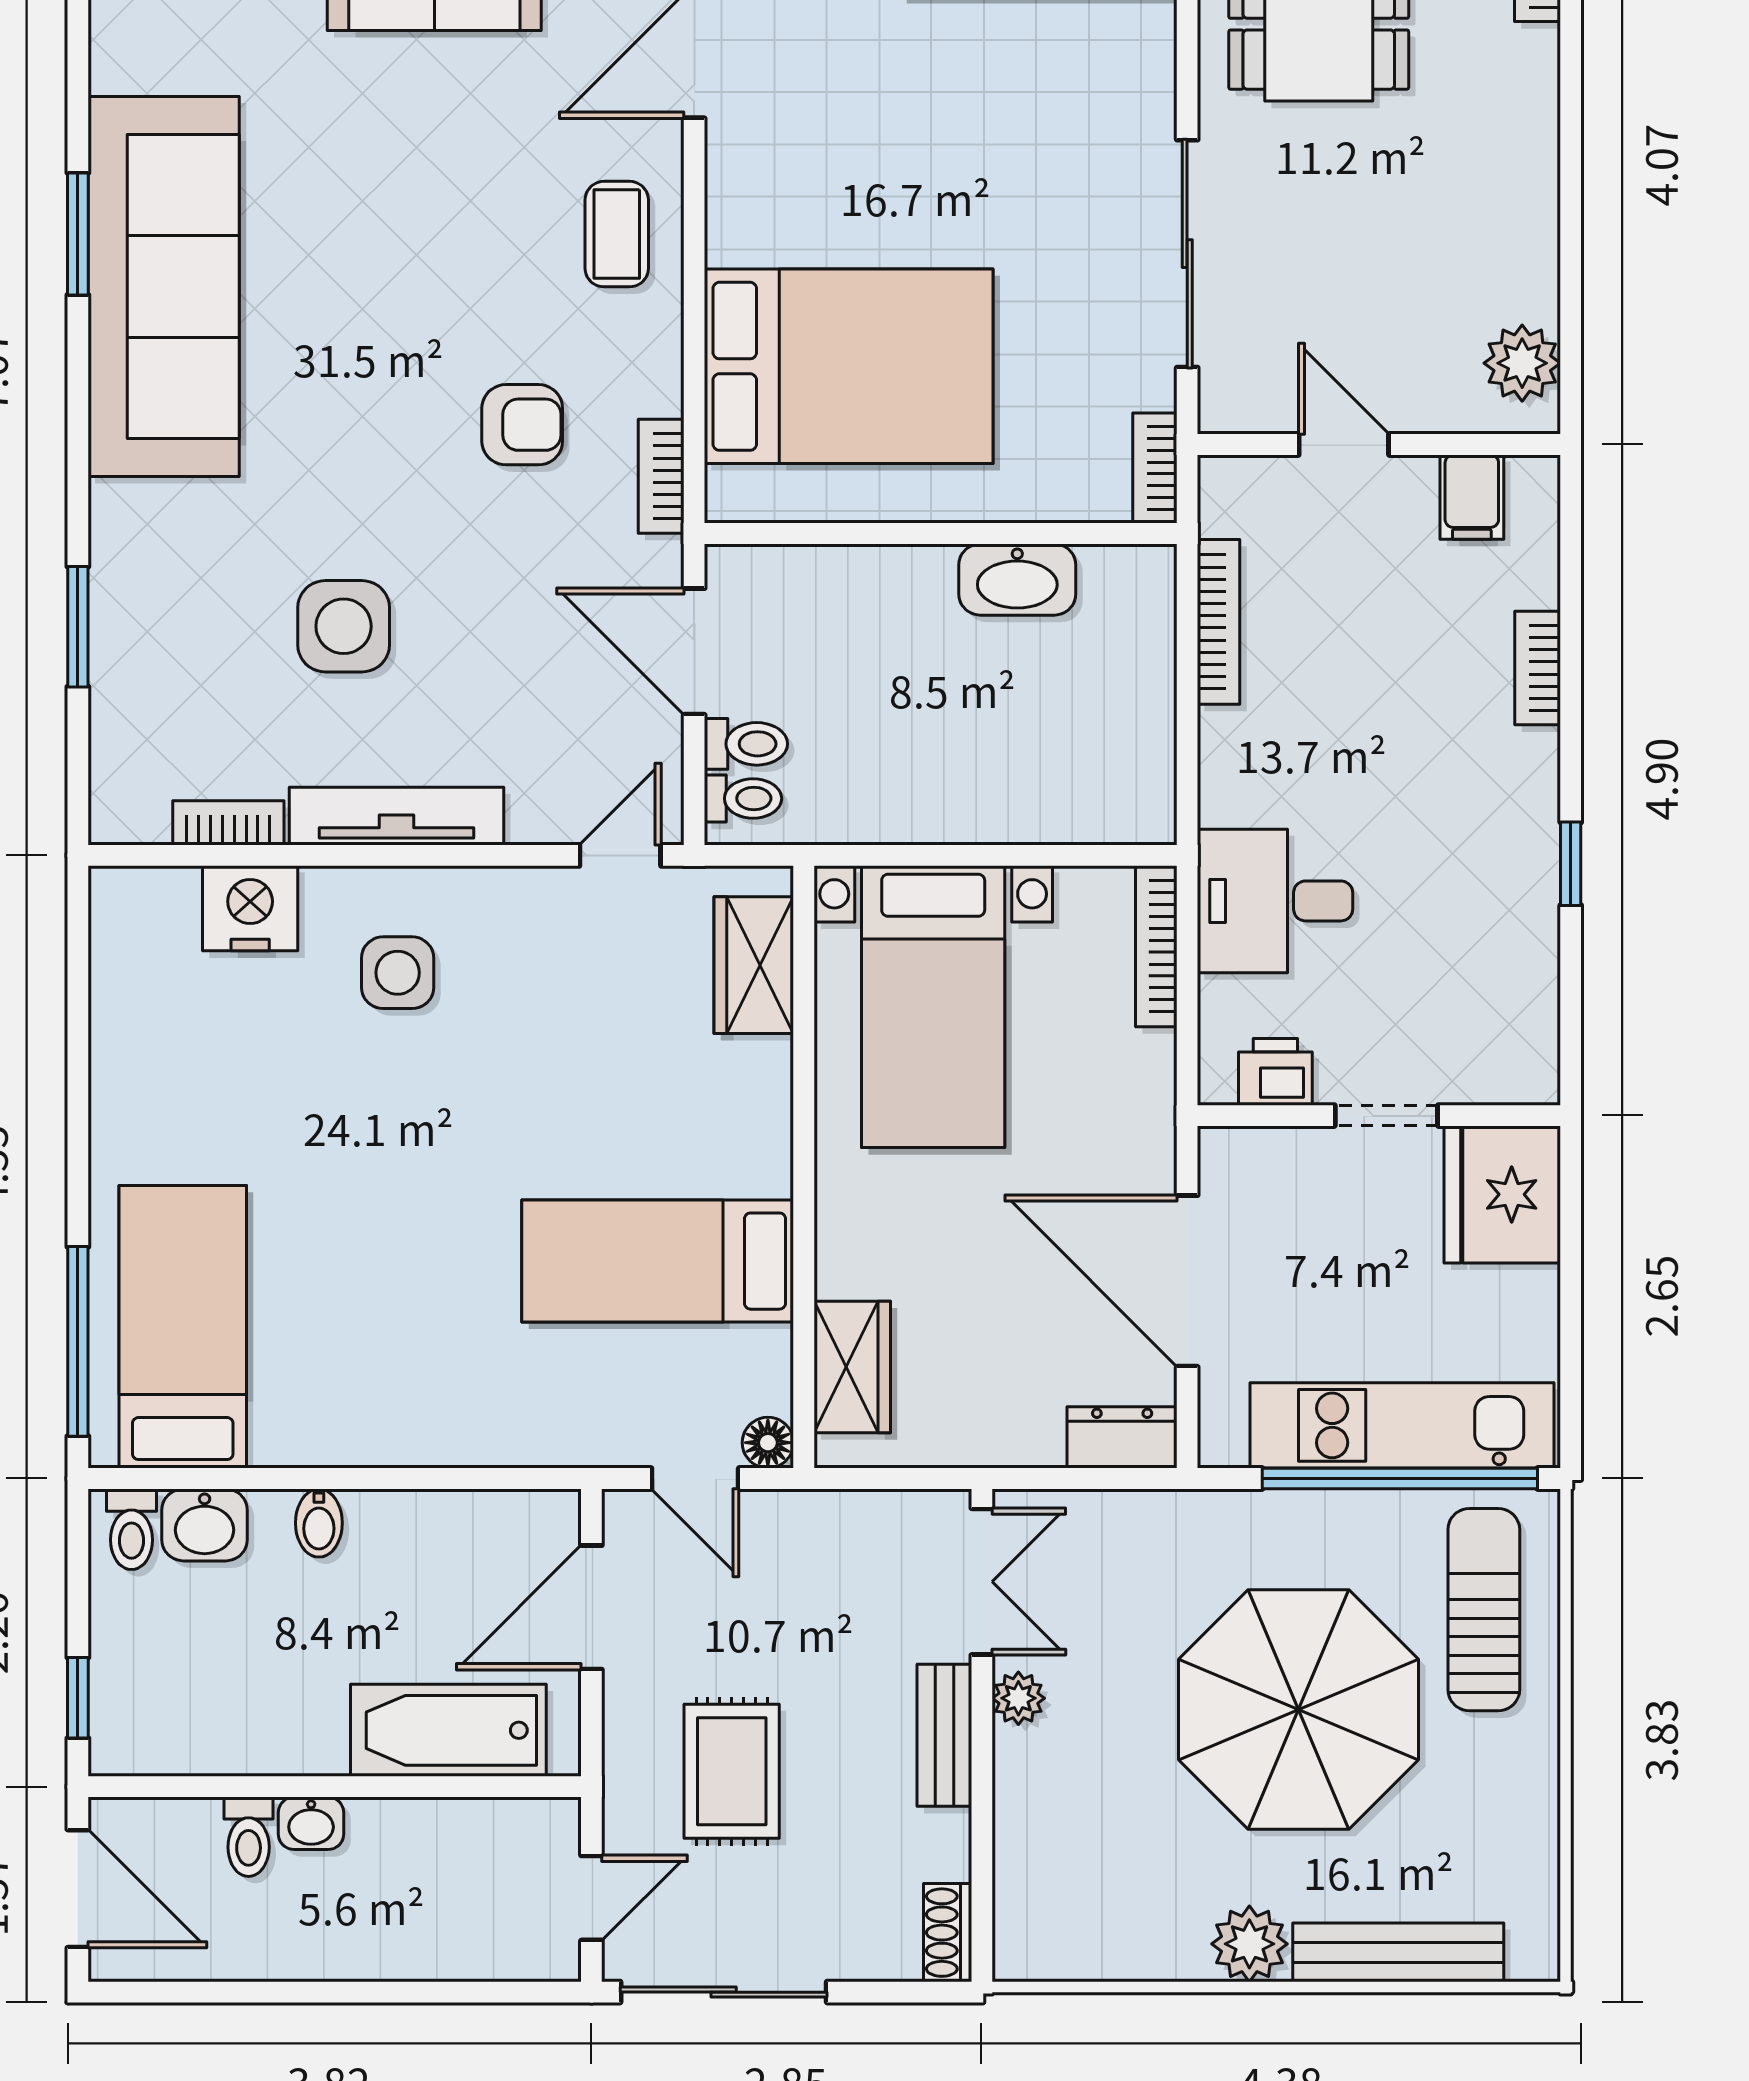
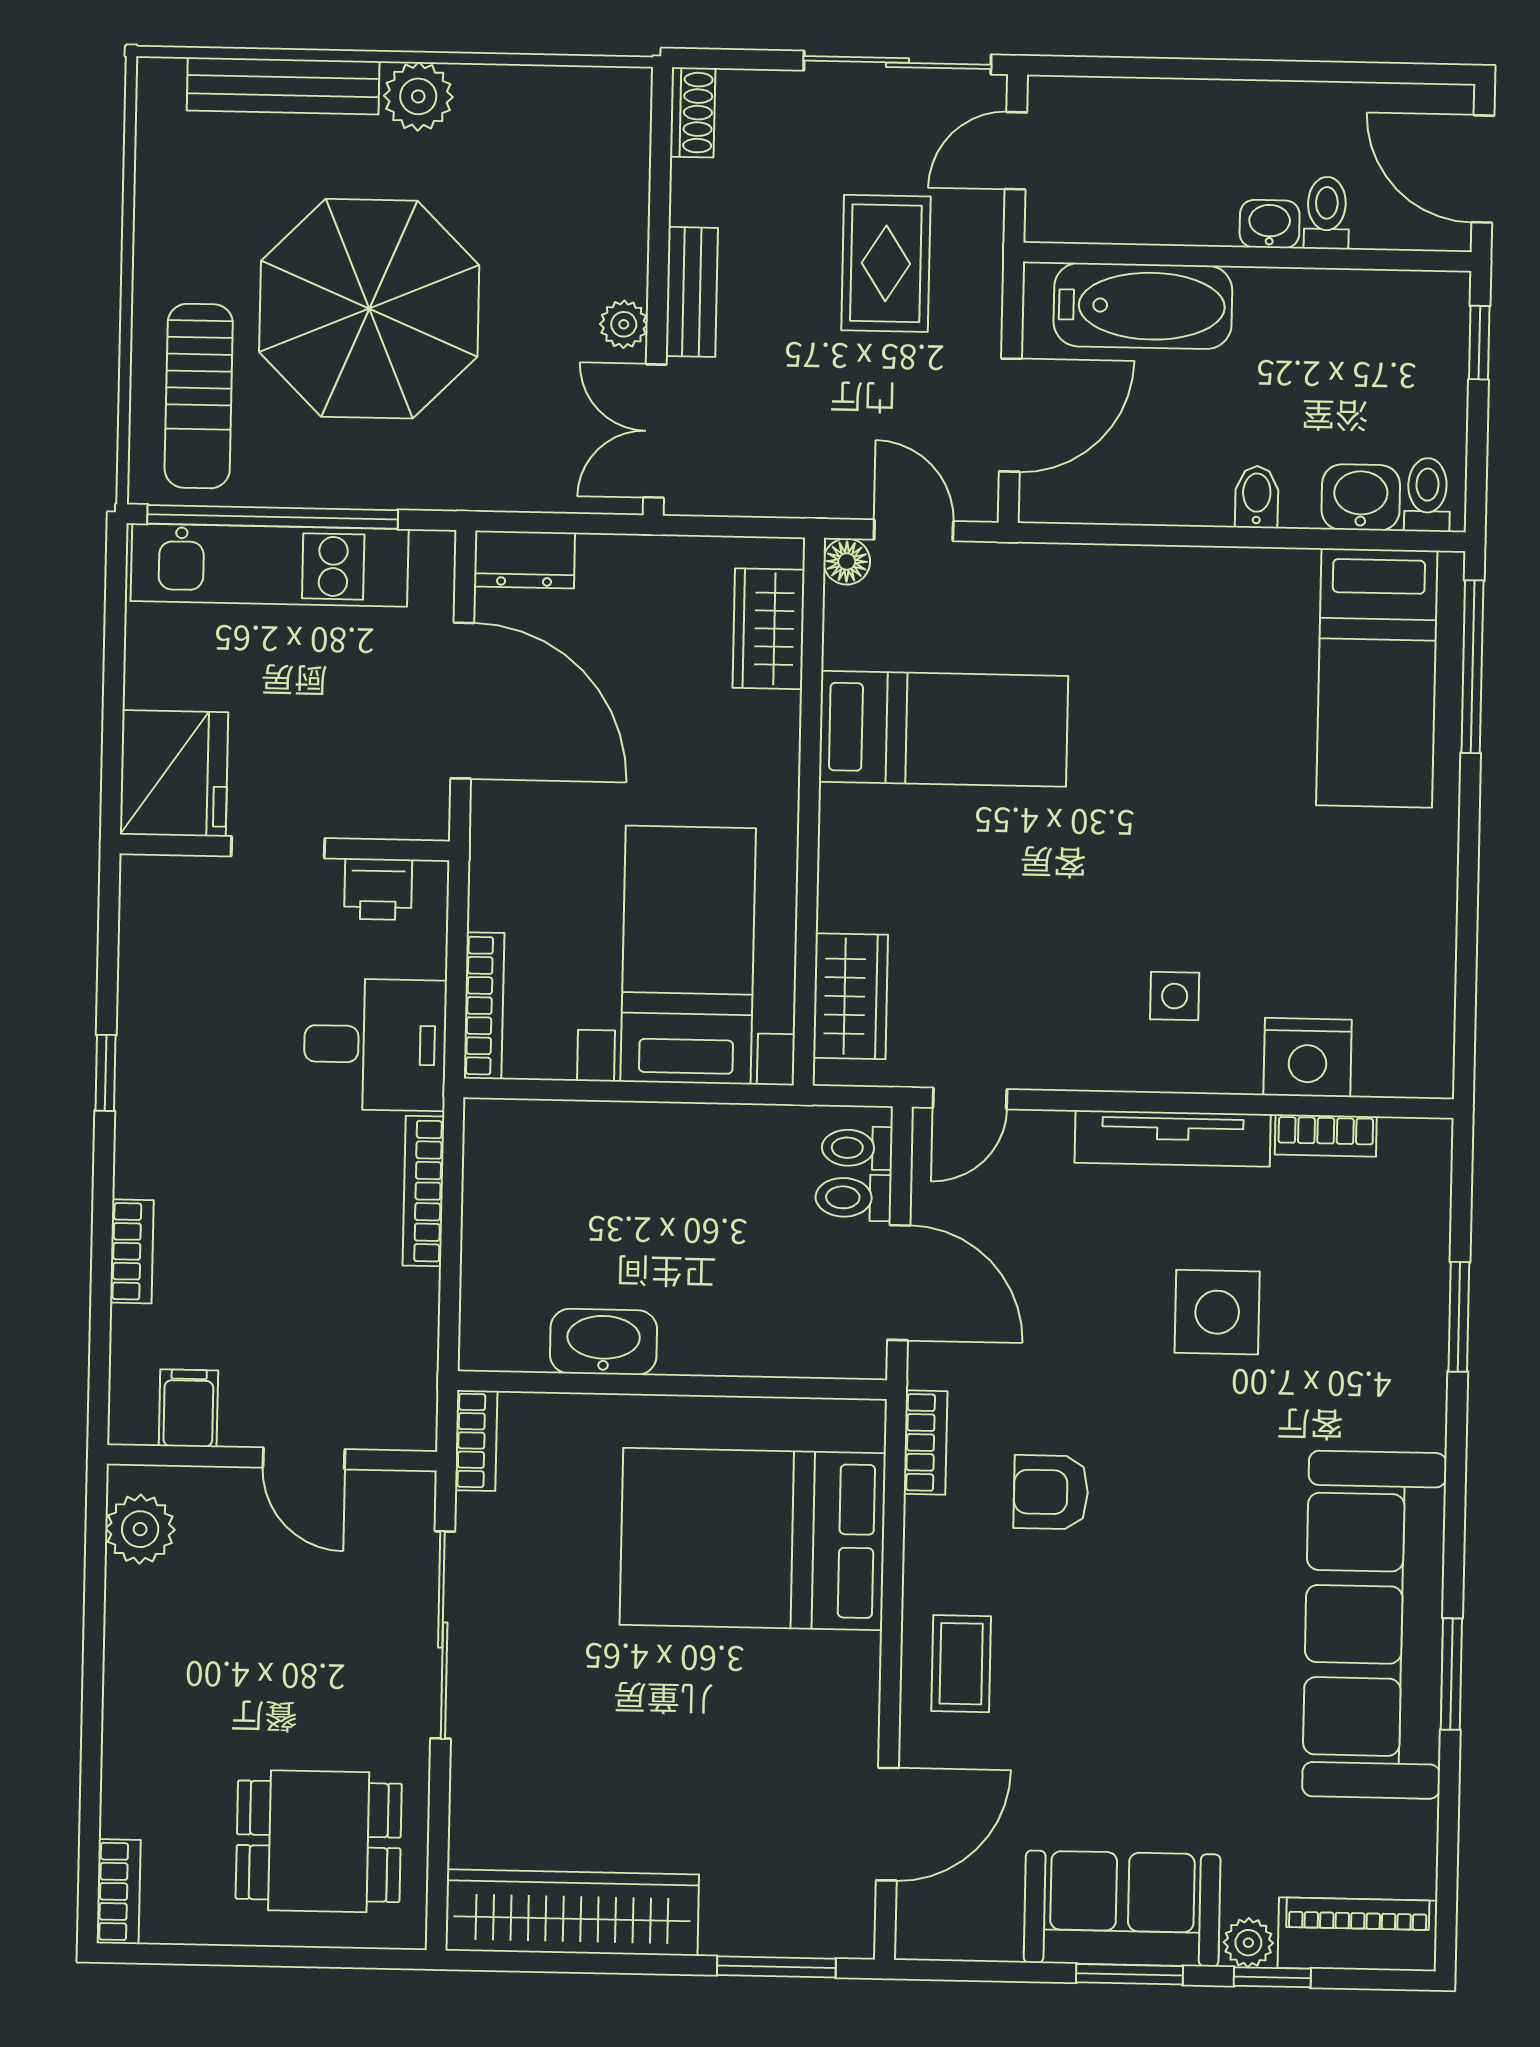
bookcase: (1219, 622) -> (423, 1191), moved
side table: (398, 973) -> (1175, 996), width x0.73, depth x0.73

